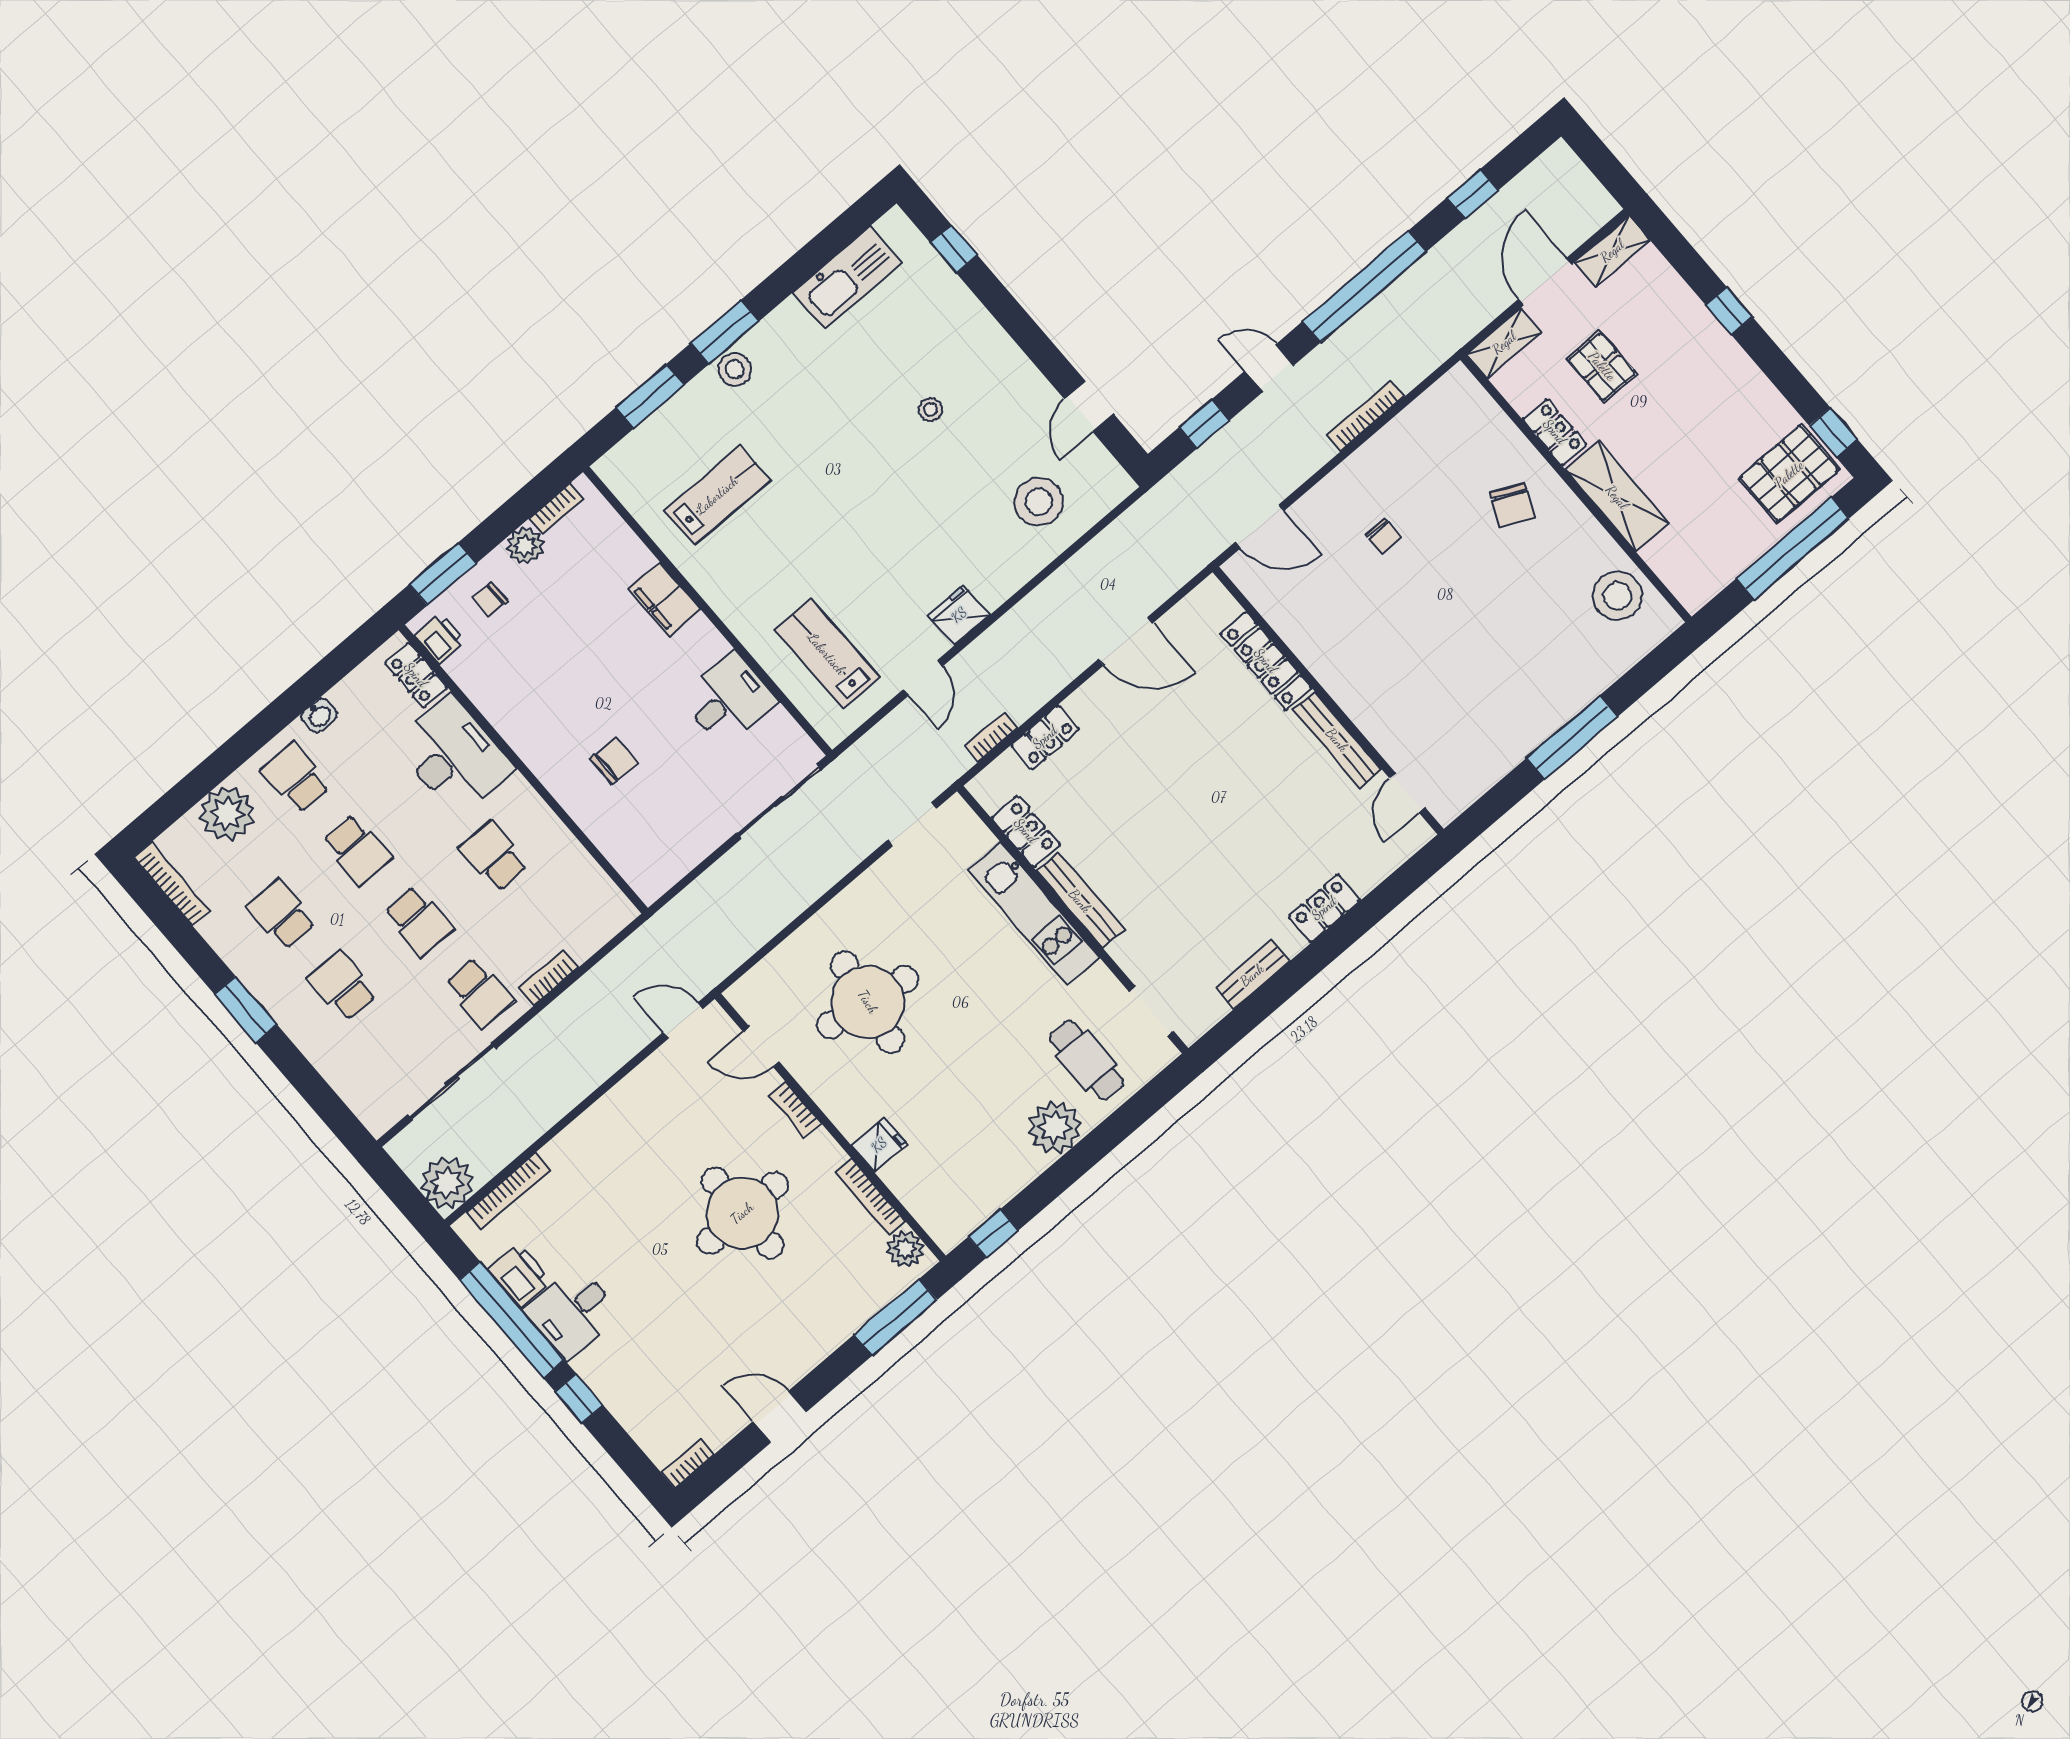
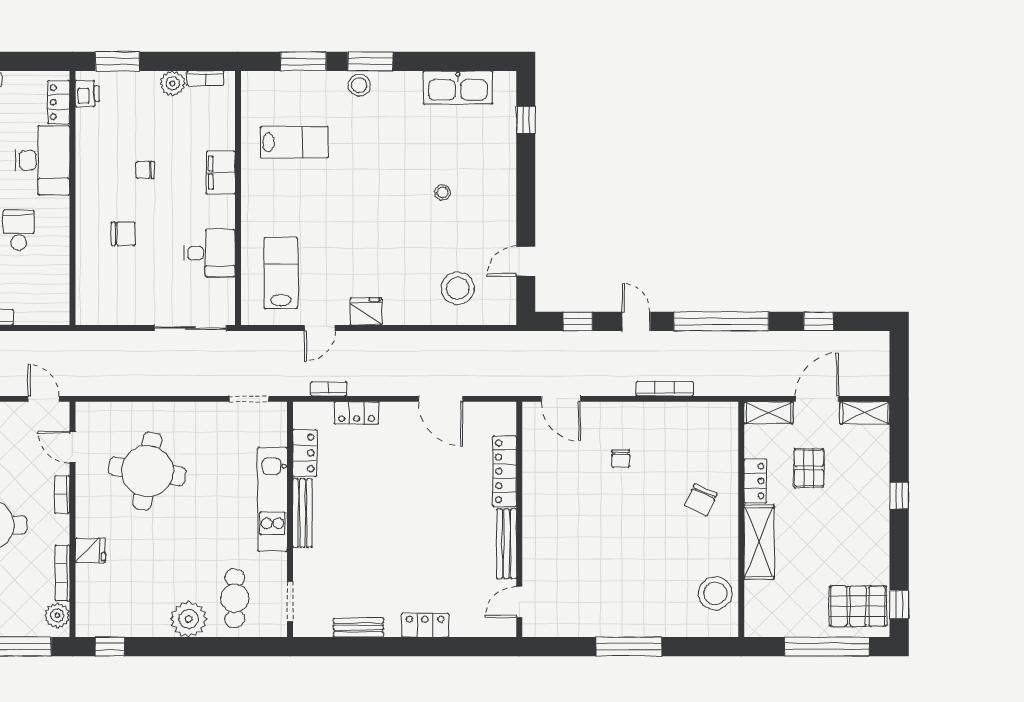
chair: (490, 599) -> (145, 170), moved

